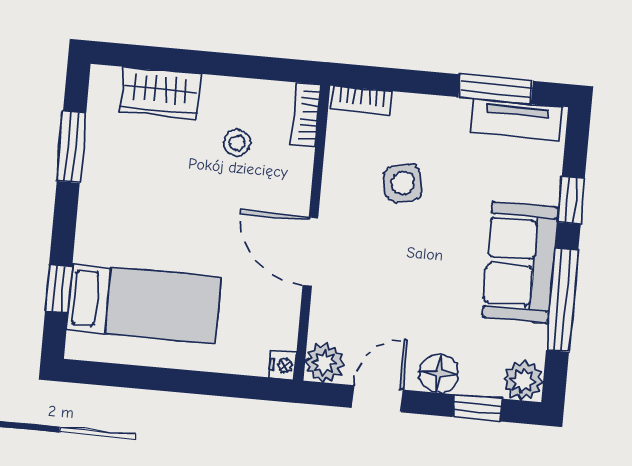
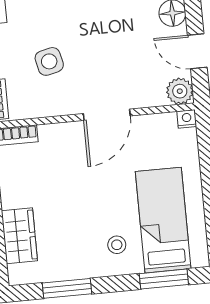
stool: (237, 143) -> (117, 245), moved
window: (59, 289) -> (164, 279), width x1.50

